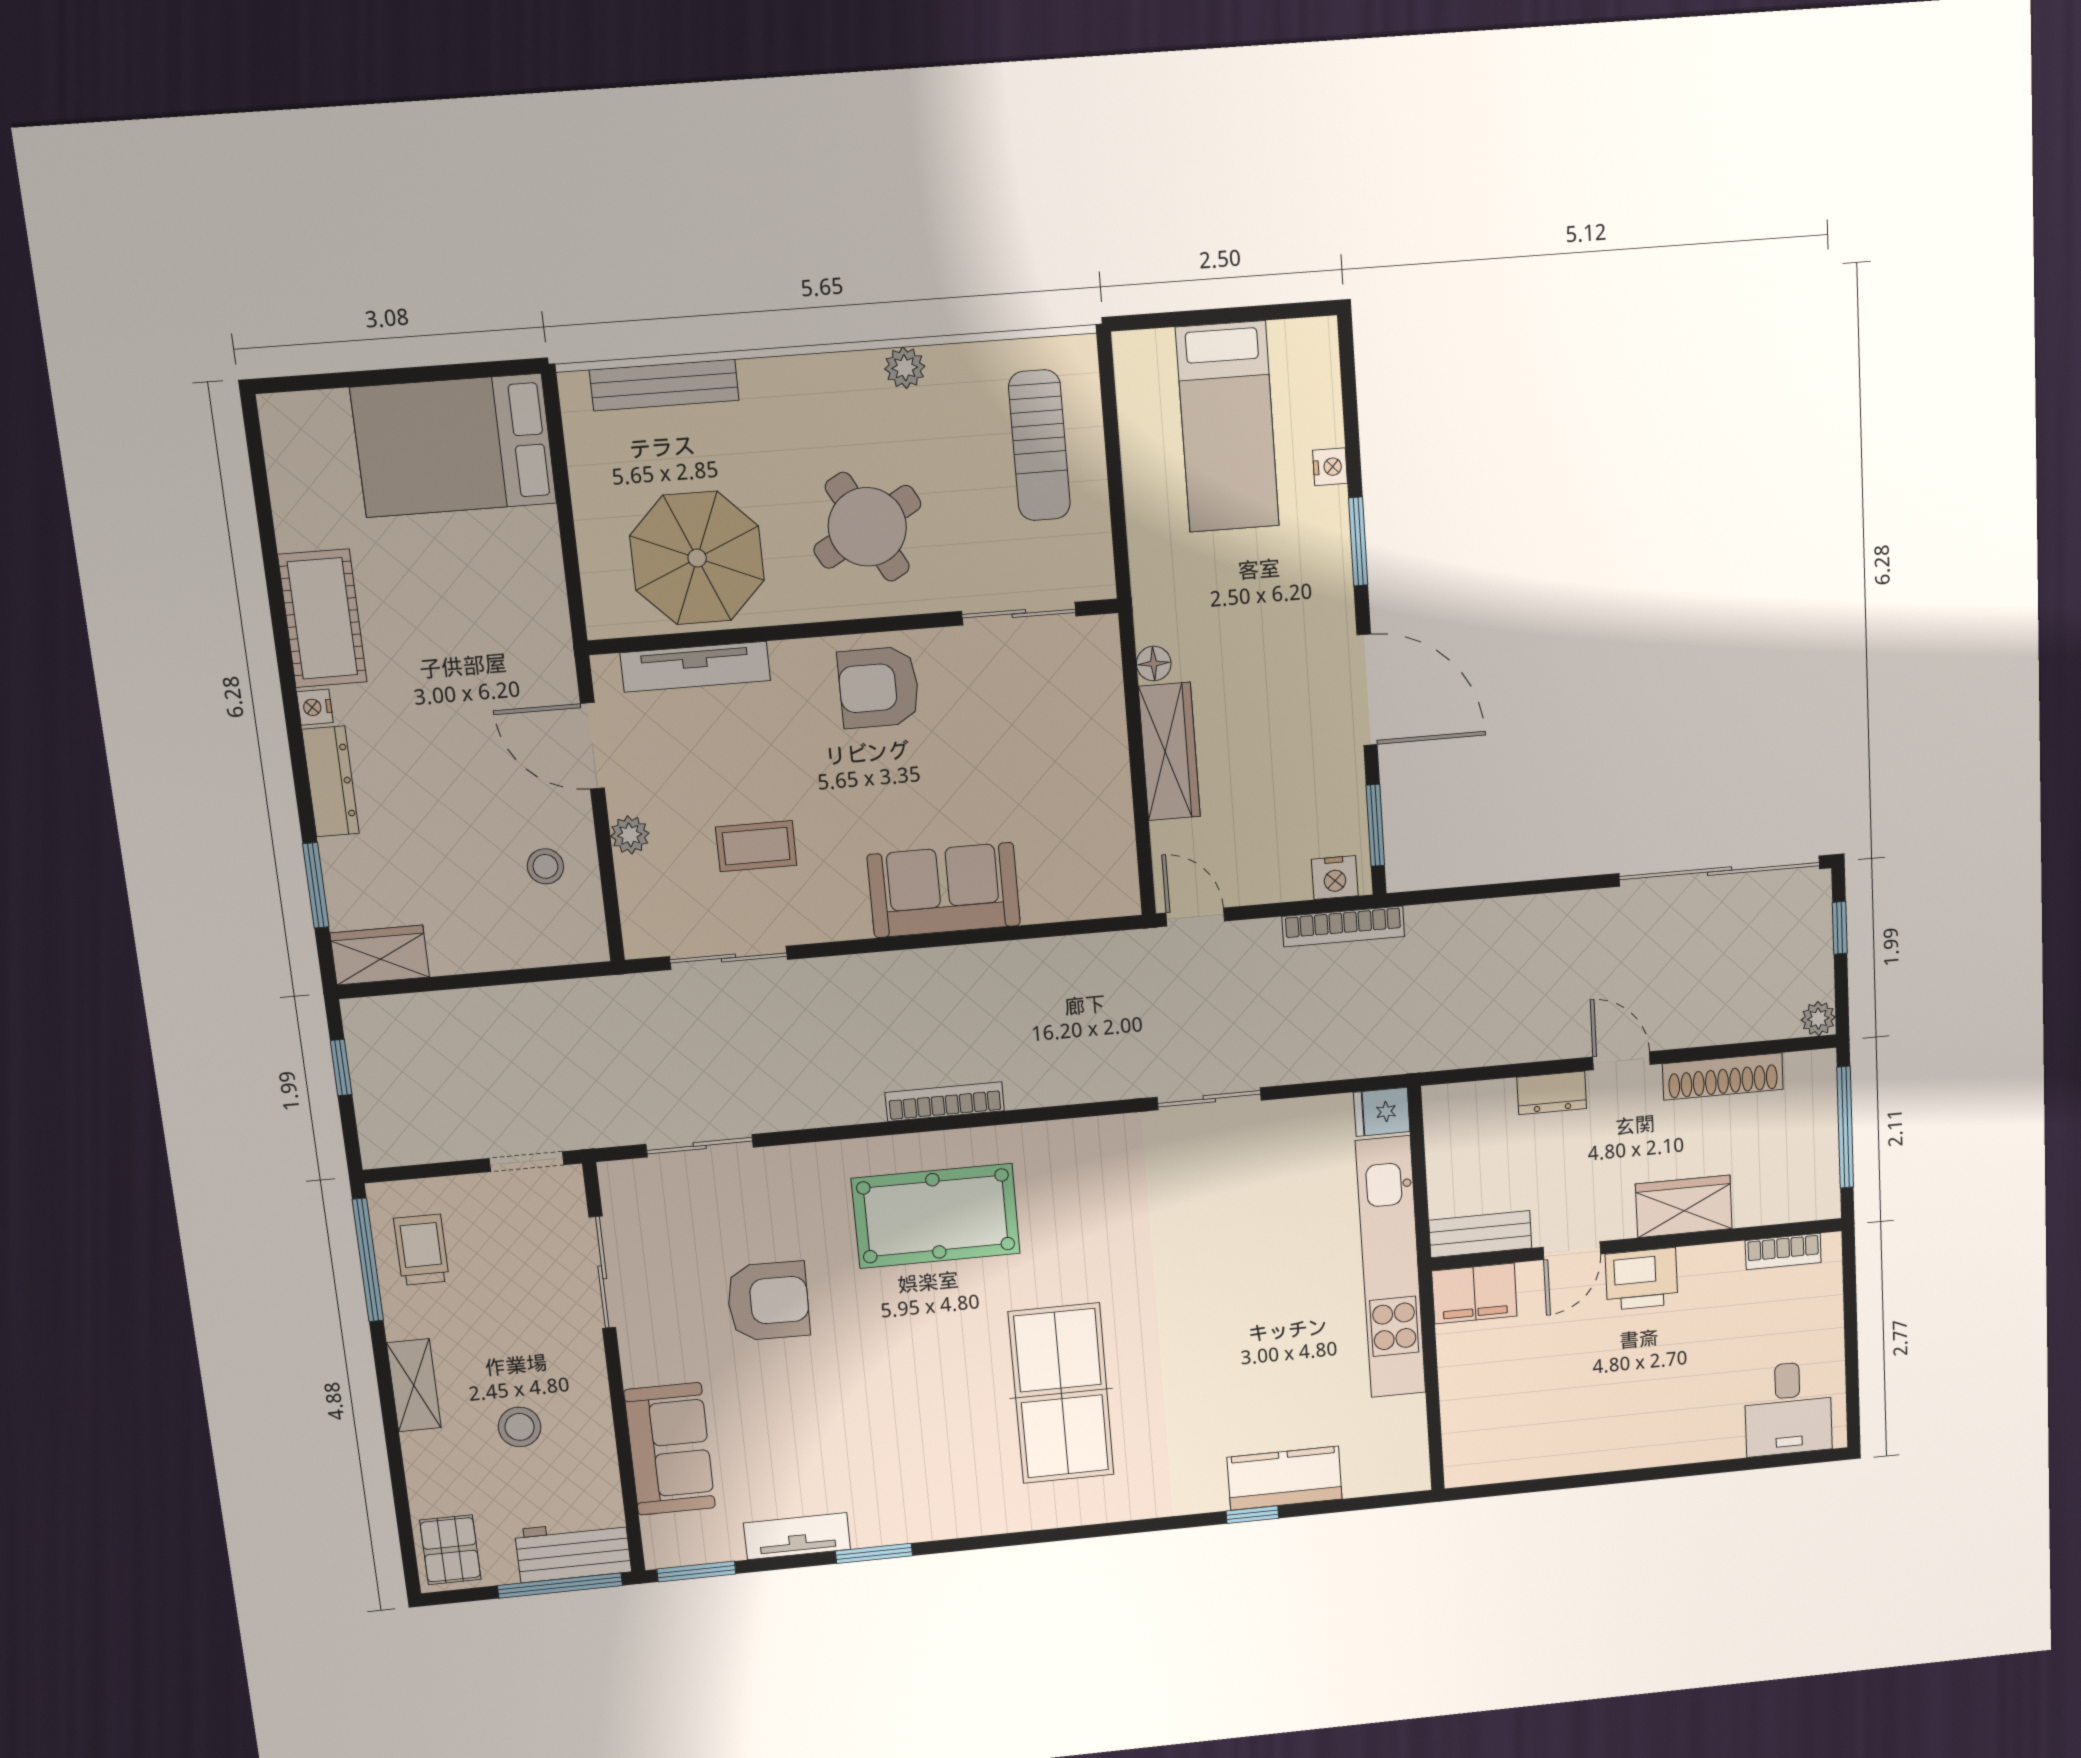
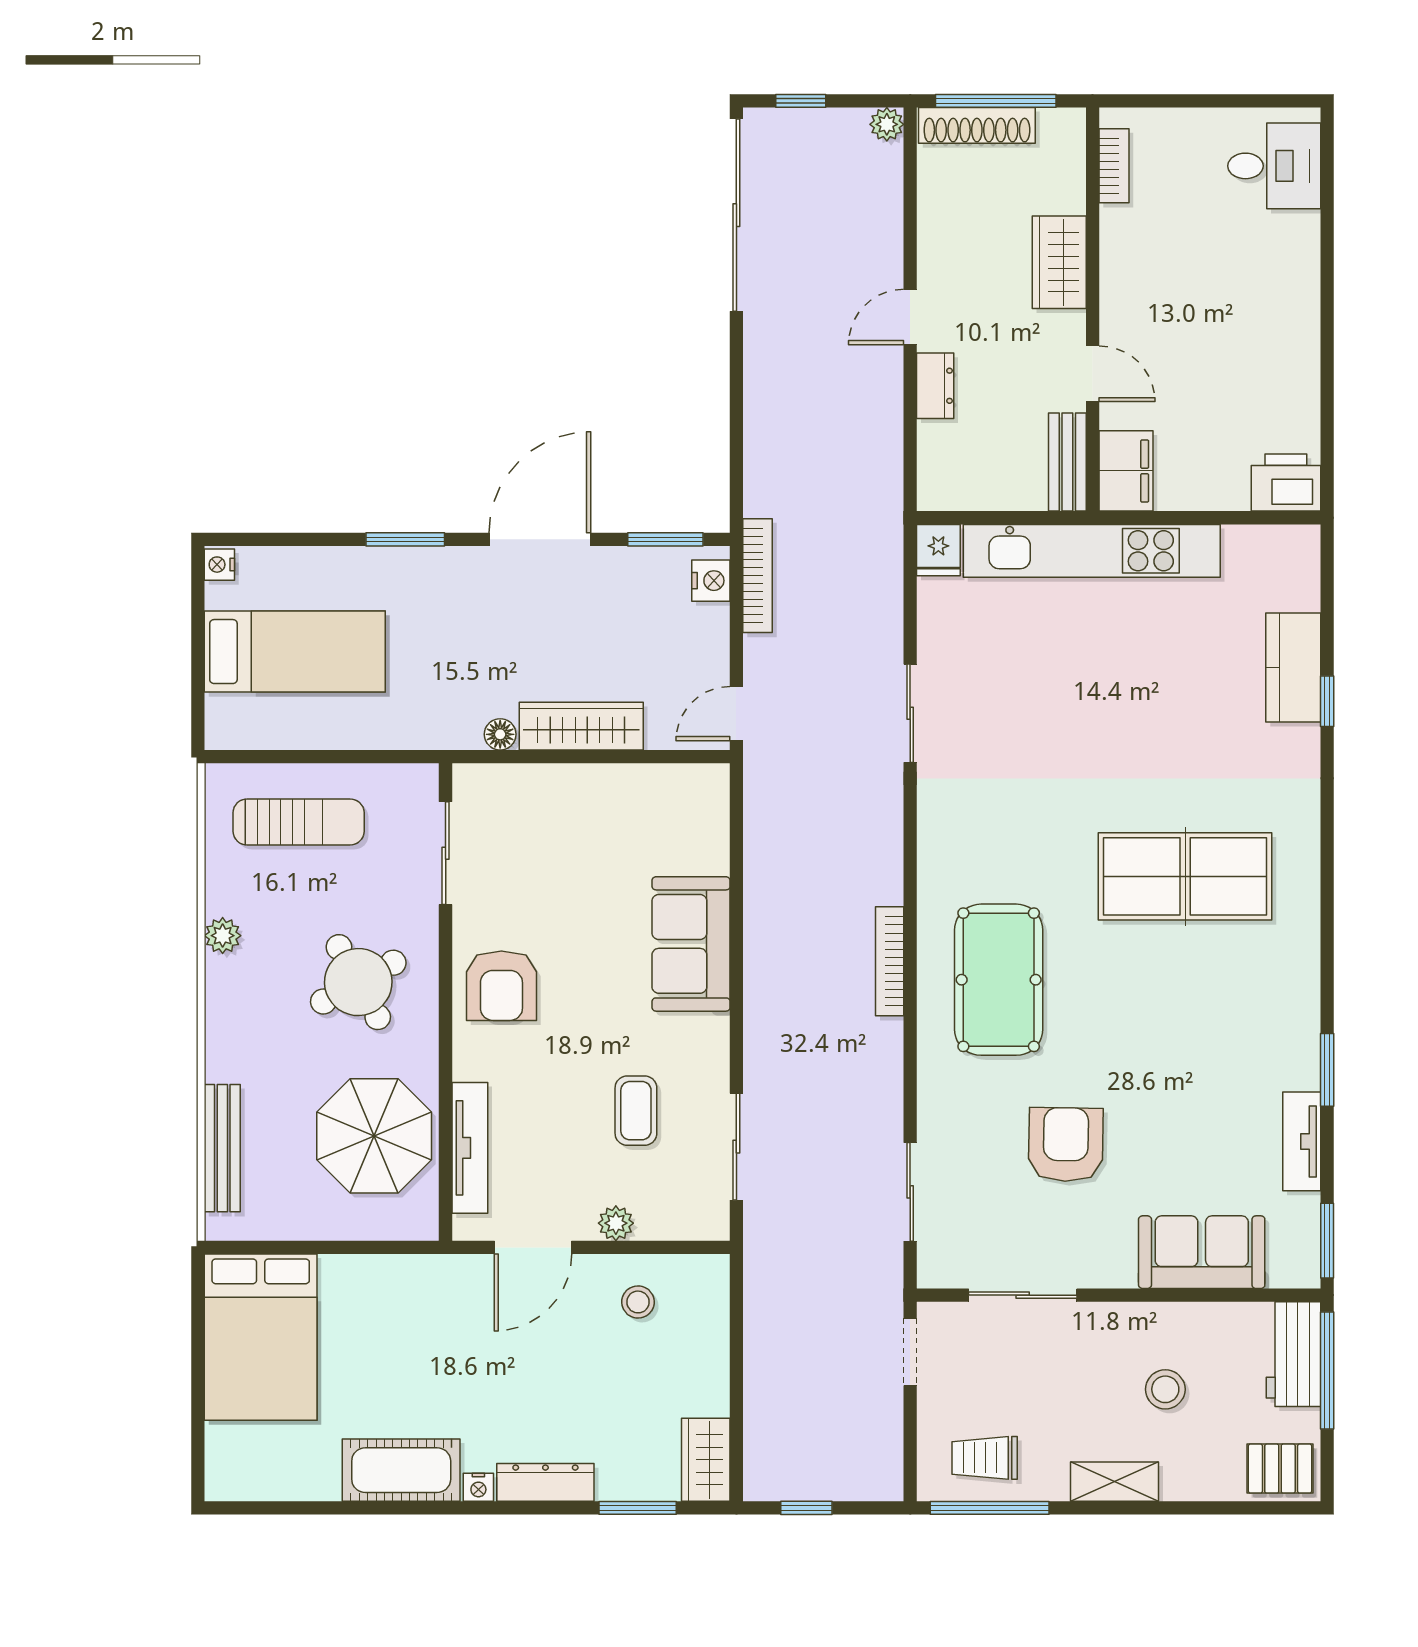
nightstand: (1330, 467) -> (219, 565), moved, turned -90
shoe rack: (1723, 1077) -> (977, 125), moved, turned 90
printer: (1642, 1279) -> (1286, 483), moved, turned -90

